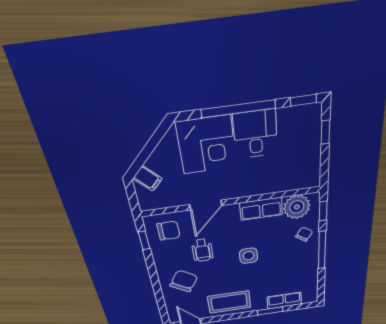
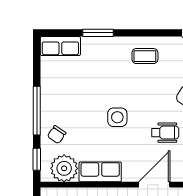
wheelchair: (202, 250) -> (165, 133), turned 90
row of seats: (284, 300) -> (60, 46), moved
coffee table: (229, 302) -> (145, 56), width x0.54, depth x0.58

